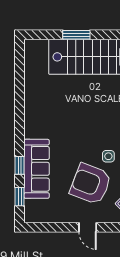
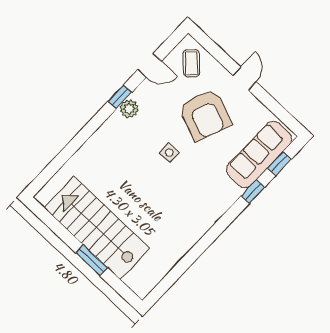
side table: (108, 156) -> (169, 153), moved
sofa: (37, 169) -> (259, 155), moved

